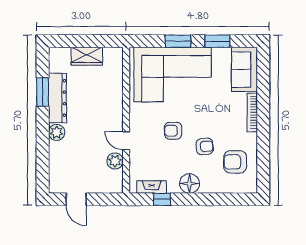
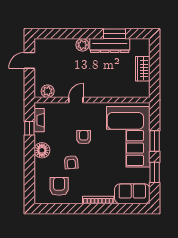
plant: (115, 161) -> (48, 91), moved

